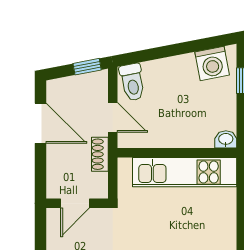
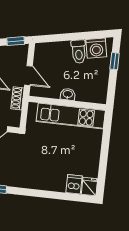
toilet: (132, 82) -> (79, 52), moved
washbasin: (226, 139) -> (68, 94), moved

